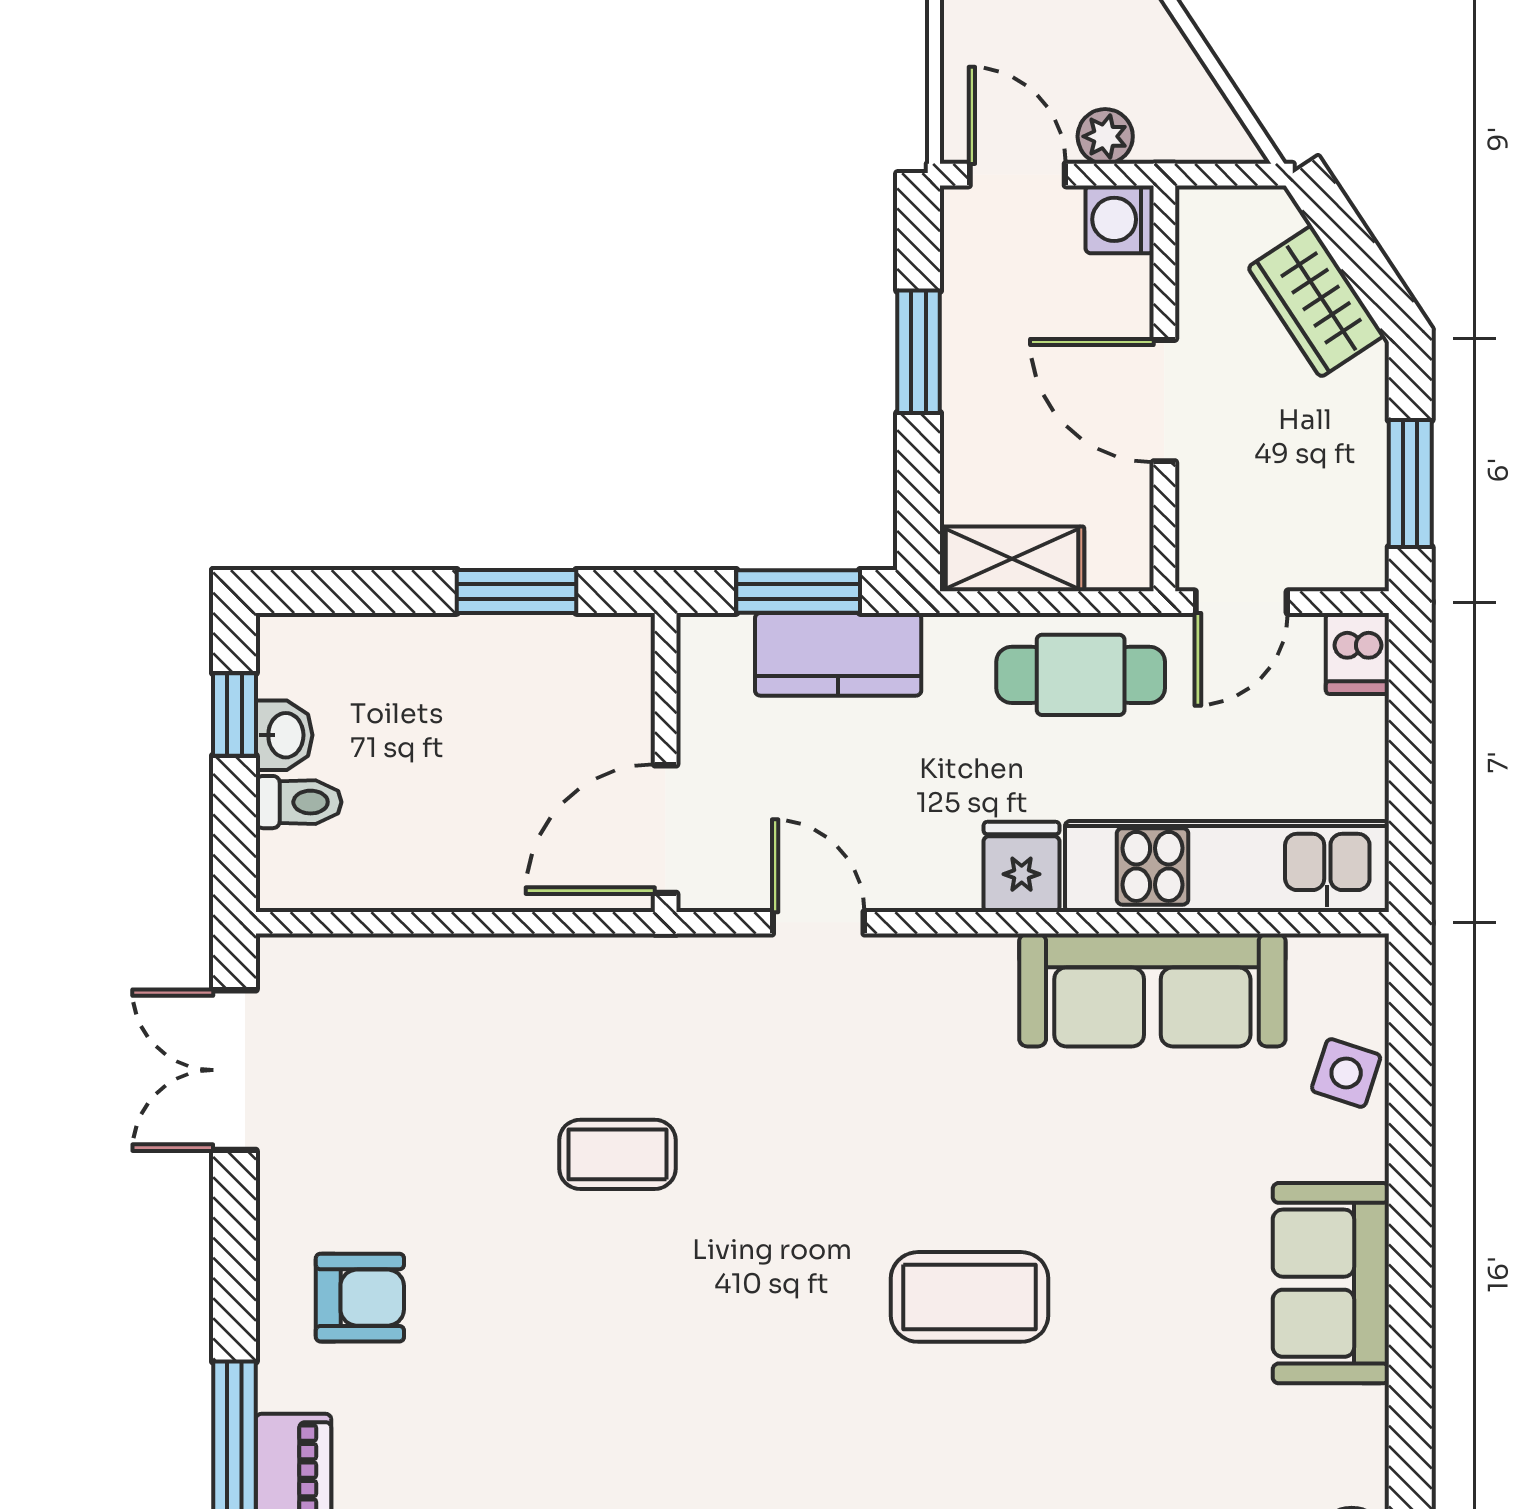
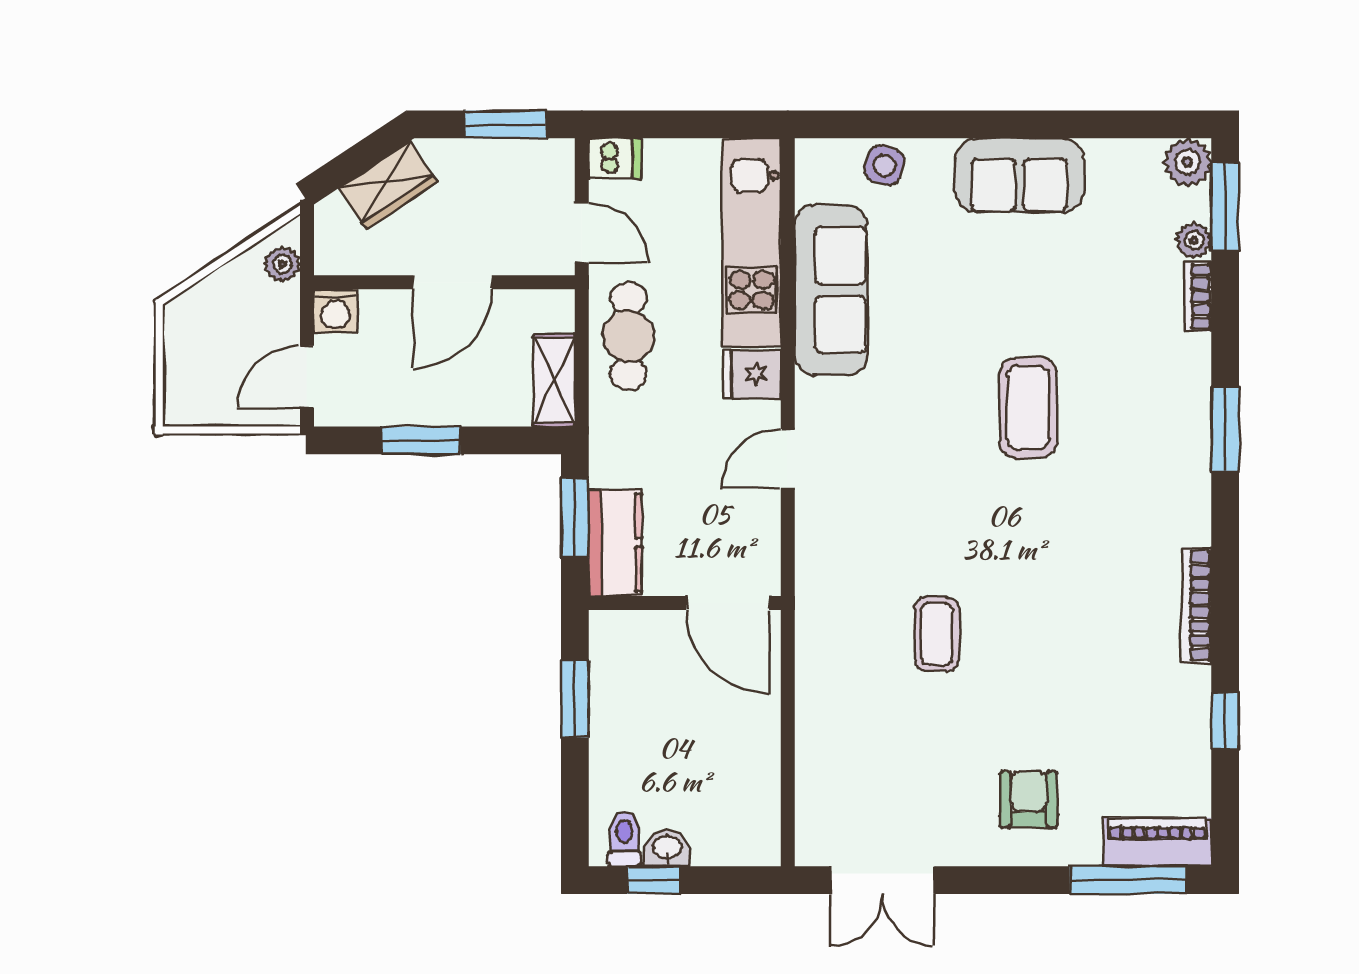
plant: (1105, 136) -> (282, 264), moved
kitchen counter: (838, 654) -> (615, 543), moved
toilet: (299, 802) -> (624, 839), moved
door: (818, 923) -> (788, 459), moved

